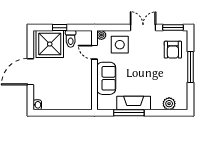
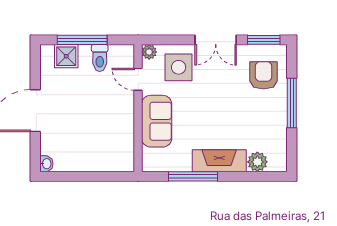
window: (60, 28) -> (82, 40), width x2.17
double door: (143, 28) -> (216, 40), swing flipped
shower: (50, 44) -> (66, 56), width x0.54, depth x0.54
armchair: (173, 50) -> (263, 75), turned 180
fireplace: (134, 103) -> (219, 161), moved

